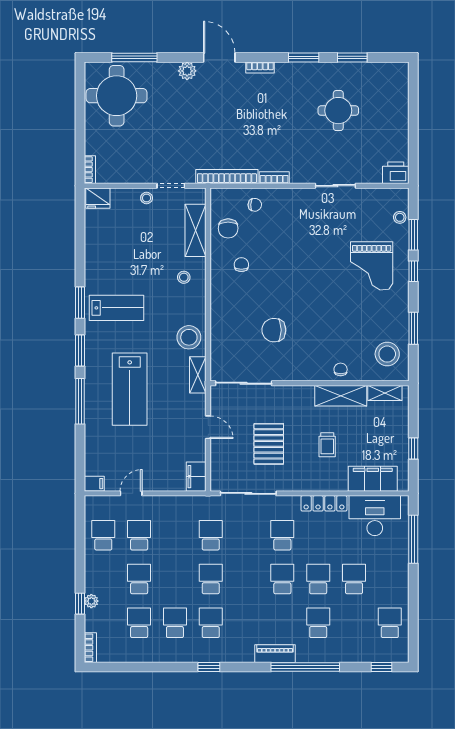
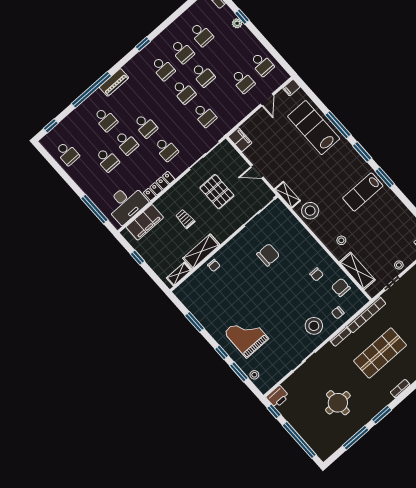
window: (352, 58) -> (356, 438), width x1.44
window: (413, 107) -> (299, 440), added
shop shelf: (248, 123) -> (380, 353), added
window: (413, 161) -> (274, 411), added
stool: (387, 354) -> (314, 326), moved
lab bench: (130, 389) -> (314, 128), moved
school desk: (139, 579) -> (203, 75), moved

